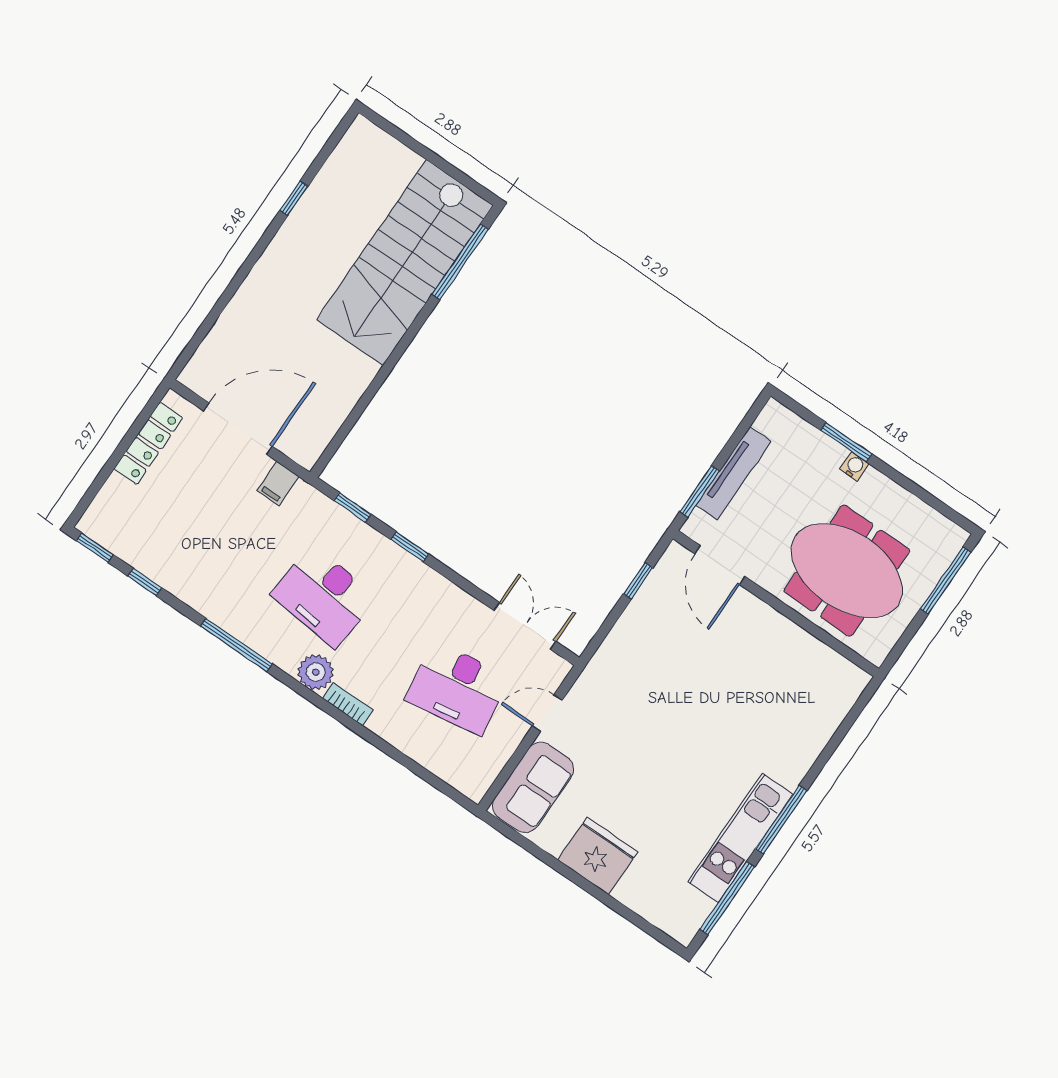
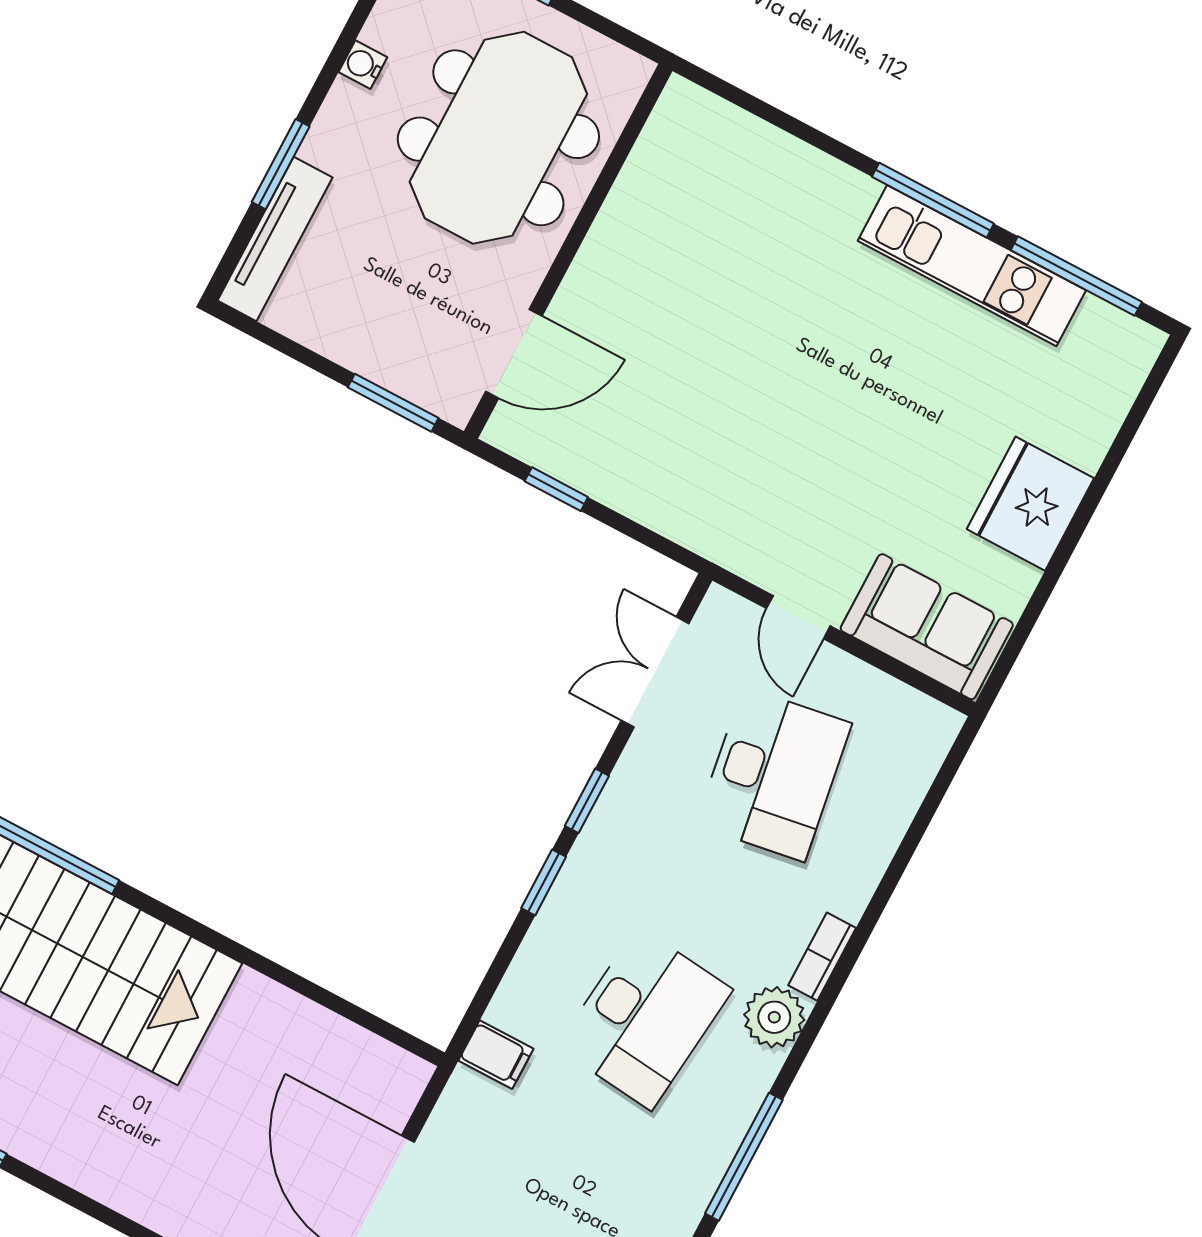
water cooler: (854, 466) -> (363, 65), moved
tv unit: (733, 473) -> (275, 239), moved, turned 90
filing cabinet: (278, 484) -> (496, 1055), moved
window: (352, 507) -> (587, 801), moved

